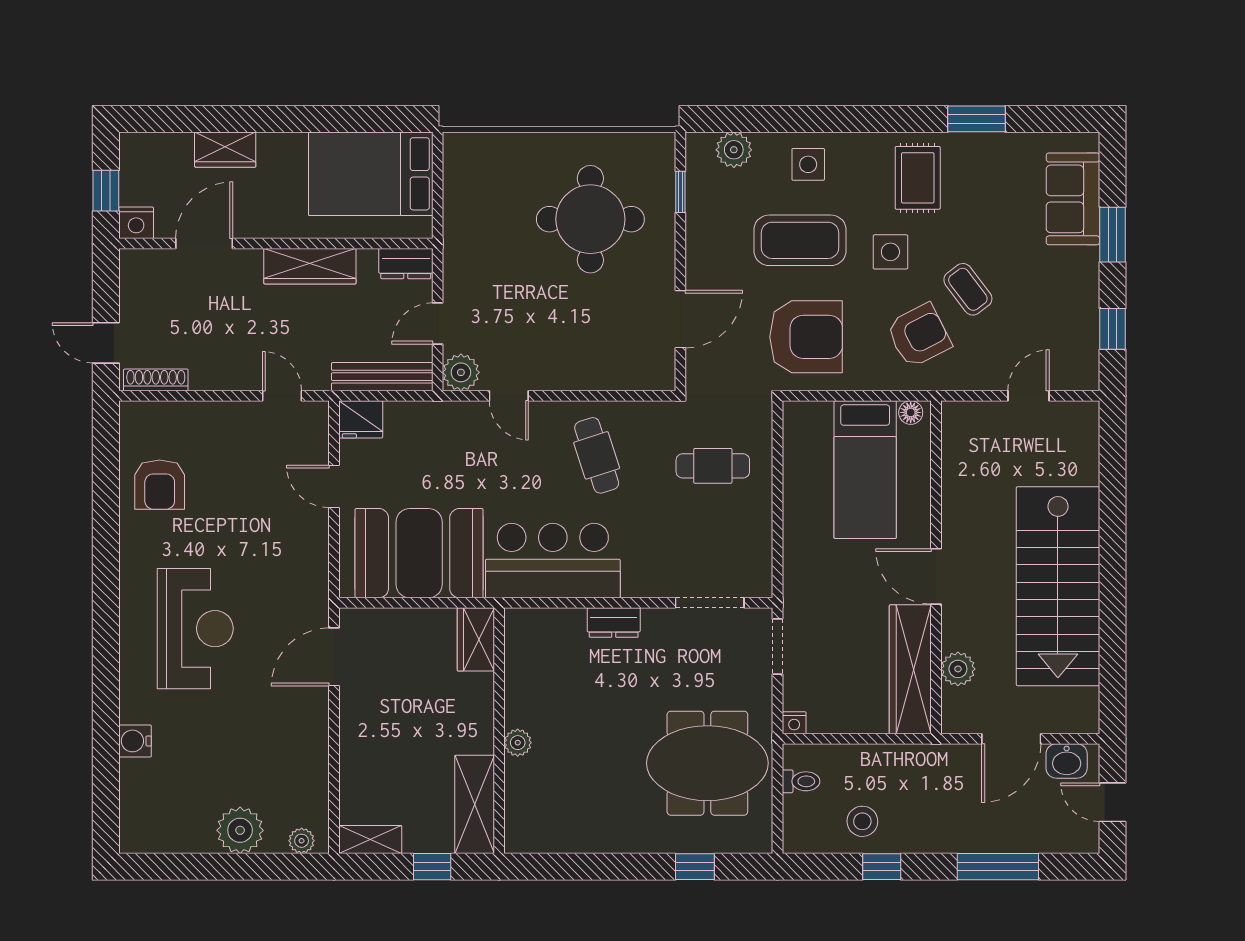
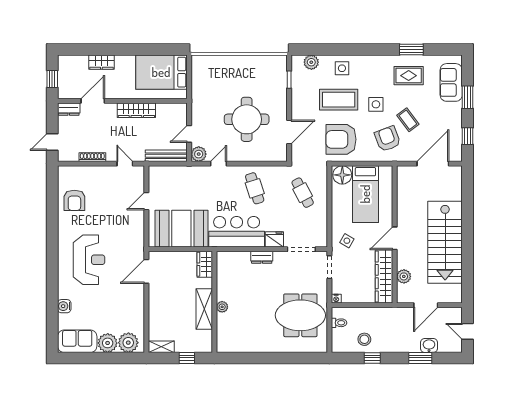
rug: (918, 178) -> (409, 76), moved, turned 90
round table: (590, 219) -> (247, 119), moved
nightstand: (136, 223) -> (65, 92), removed
dresser: (406, 264) -> (69, 109), moved
armchair: (919, 335) -> (388, 139), turned -84
armchair: (806, 337) -> (341, 139), turned 180
door: (106, 343) -> (52, 142), hinge flipped
shoe rack: (156, 380) -> (92, 157), moved
door: (509, 396) -> (218, 164), swing flipped
door: (1028, 396) -> (433, 164), width x1.87
floor lamp: (911, 412) -> (342, 175), moved, width x1.89, depth x1.89
fridge: (361, 419) -> (274, 239), moved, turned 180
cafe table: (713, 466) -> (303, 193), turned 62
door: (334, 486) -> (146, 201), hinge flipped
door: (936, 576) -> (395, 238), hinge flipped
side table: (820, 582) -> (347, 241), added
washbasin: (1067, 761) -> (429, 345), moved, turned 180
shelving: (475, 804) -> (204, 309), moved
sofa: (166, 826) -> (77, 341), added
plant: (302, 841) -> (128, 343), width x1.88, depth x1.88
window: (695, 867) -> (295, 358), removed
window: (998, 867) -> (420, 358), width x0.69

